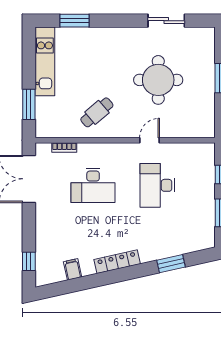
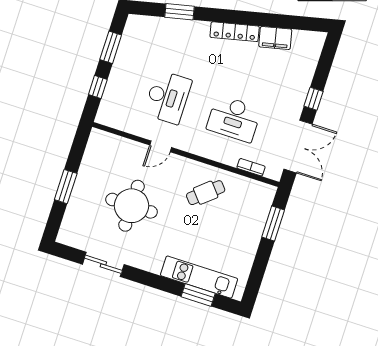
kitchen unit: (45, 61) -> (199, 277), moved, turned 90
desk: (93, 185) -> (234, 119), turned 180
window: (29, 261) -> (313, 99), moved
filing cabinet: (73, 269) -> (275, 38), width x2.00

